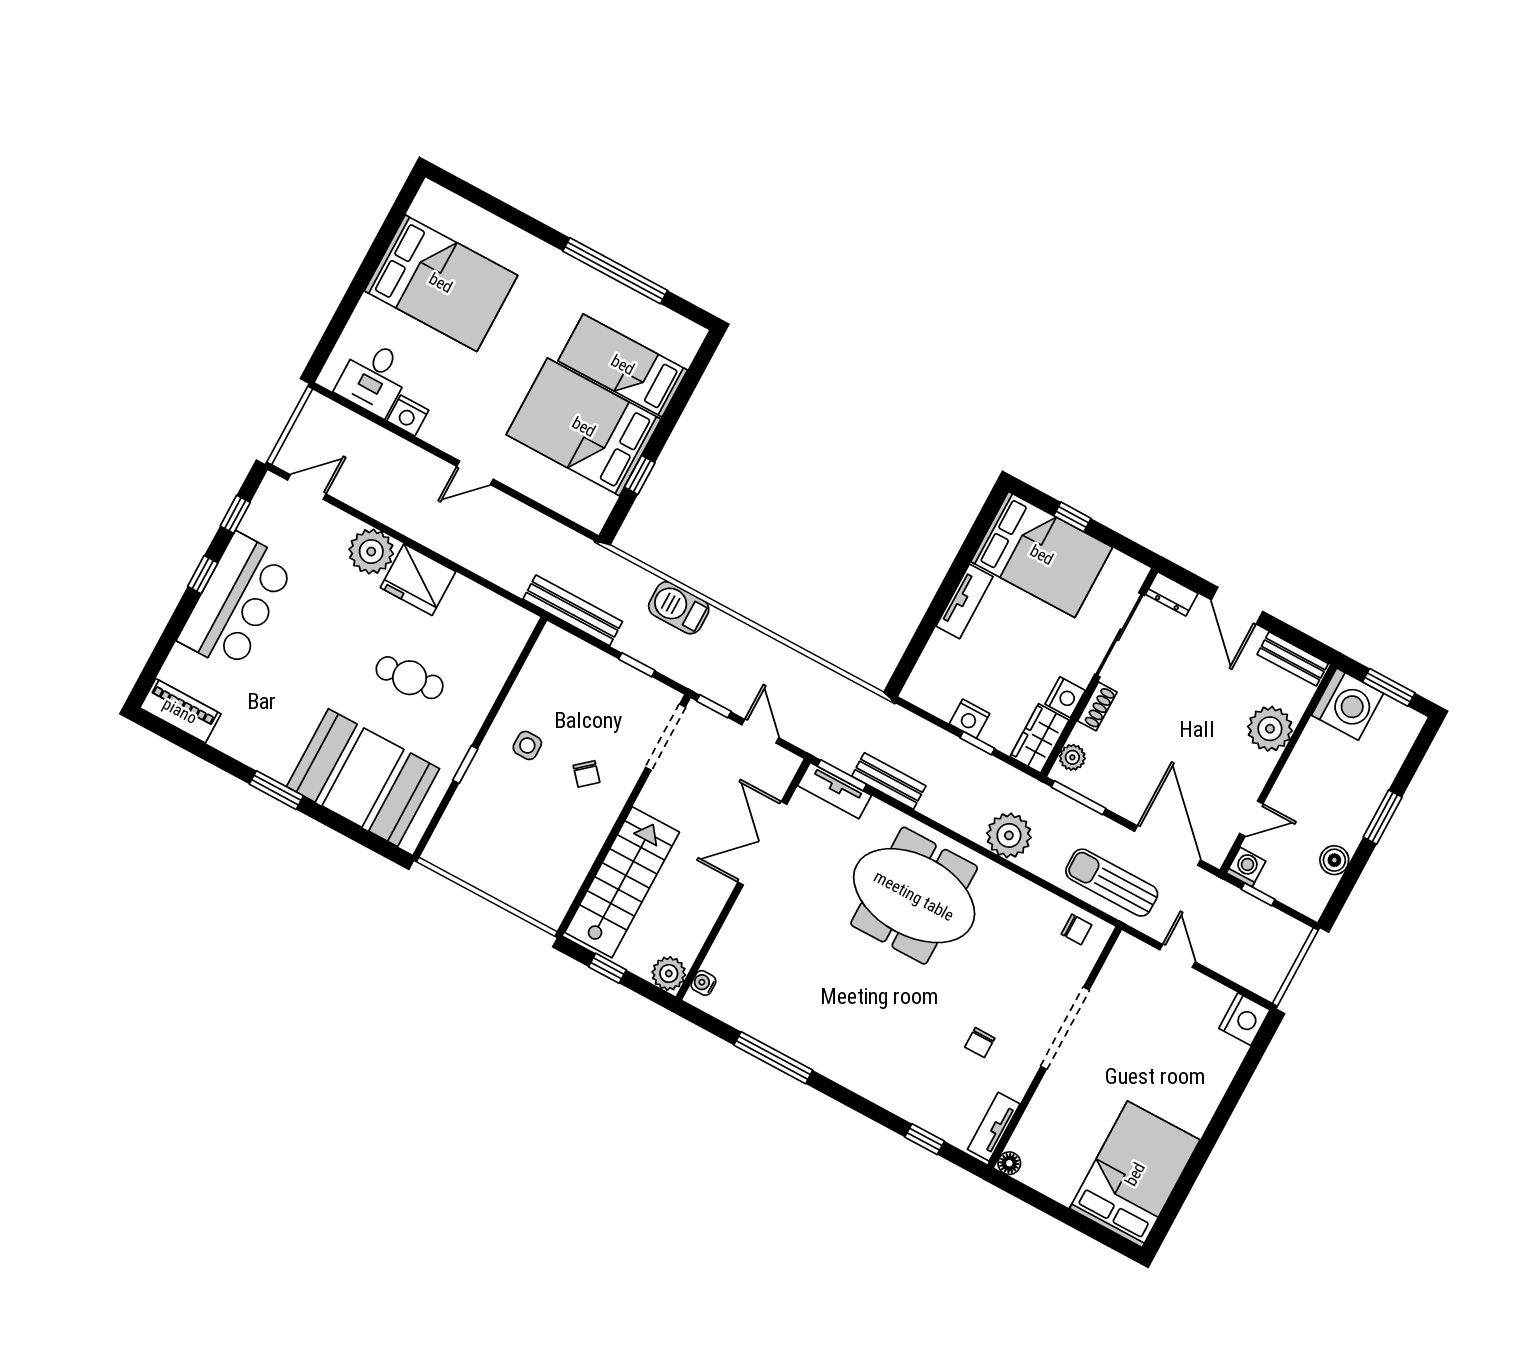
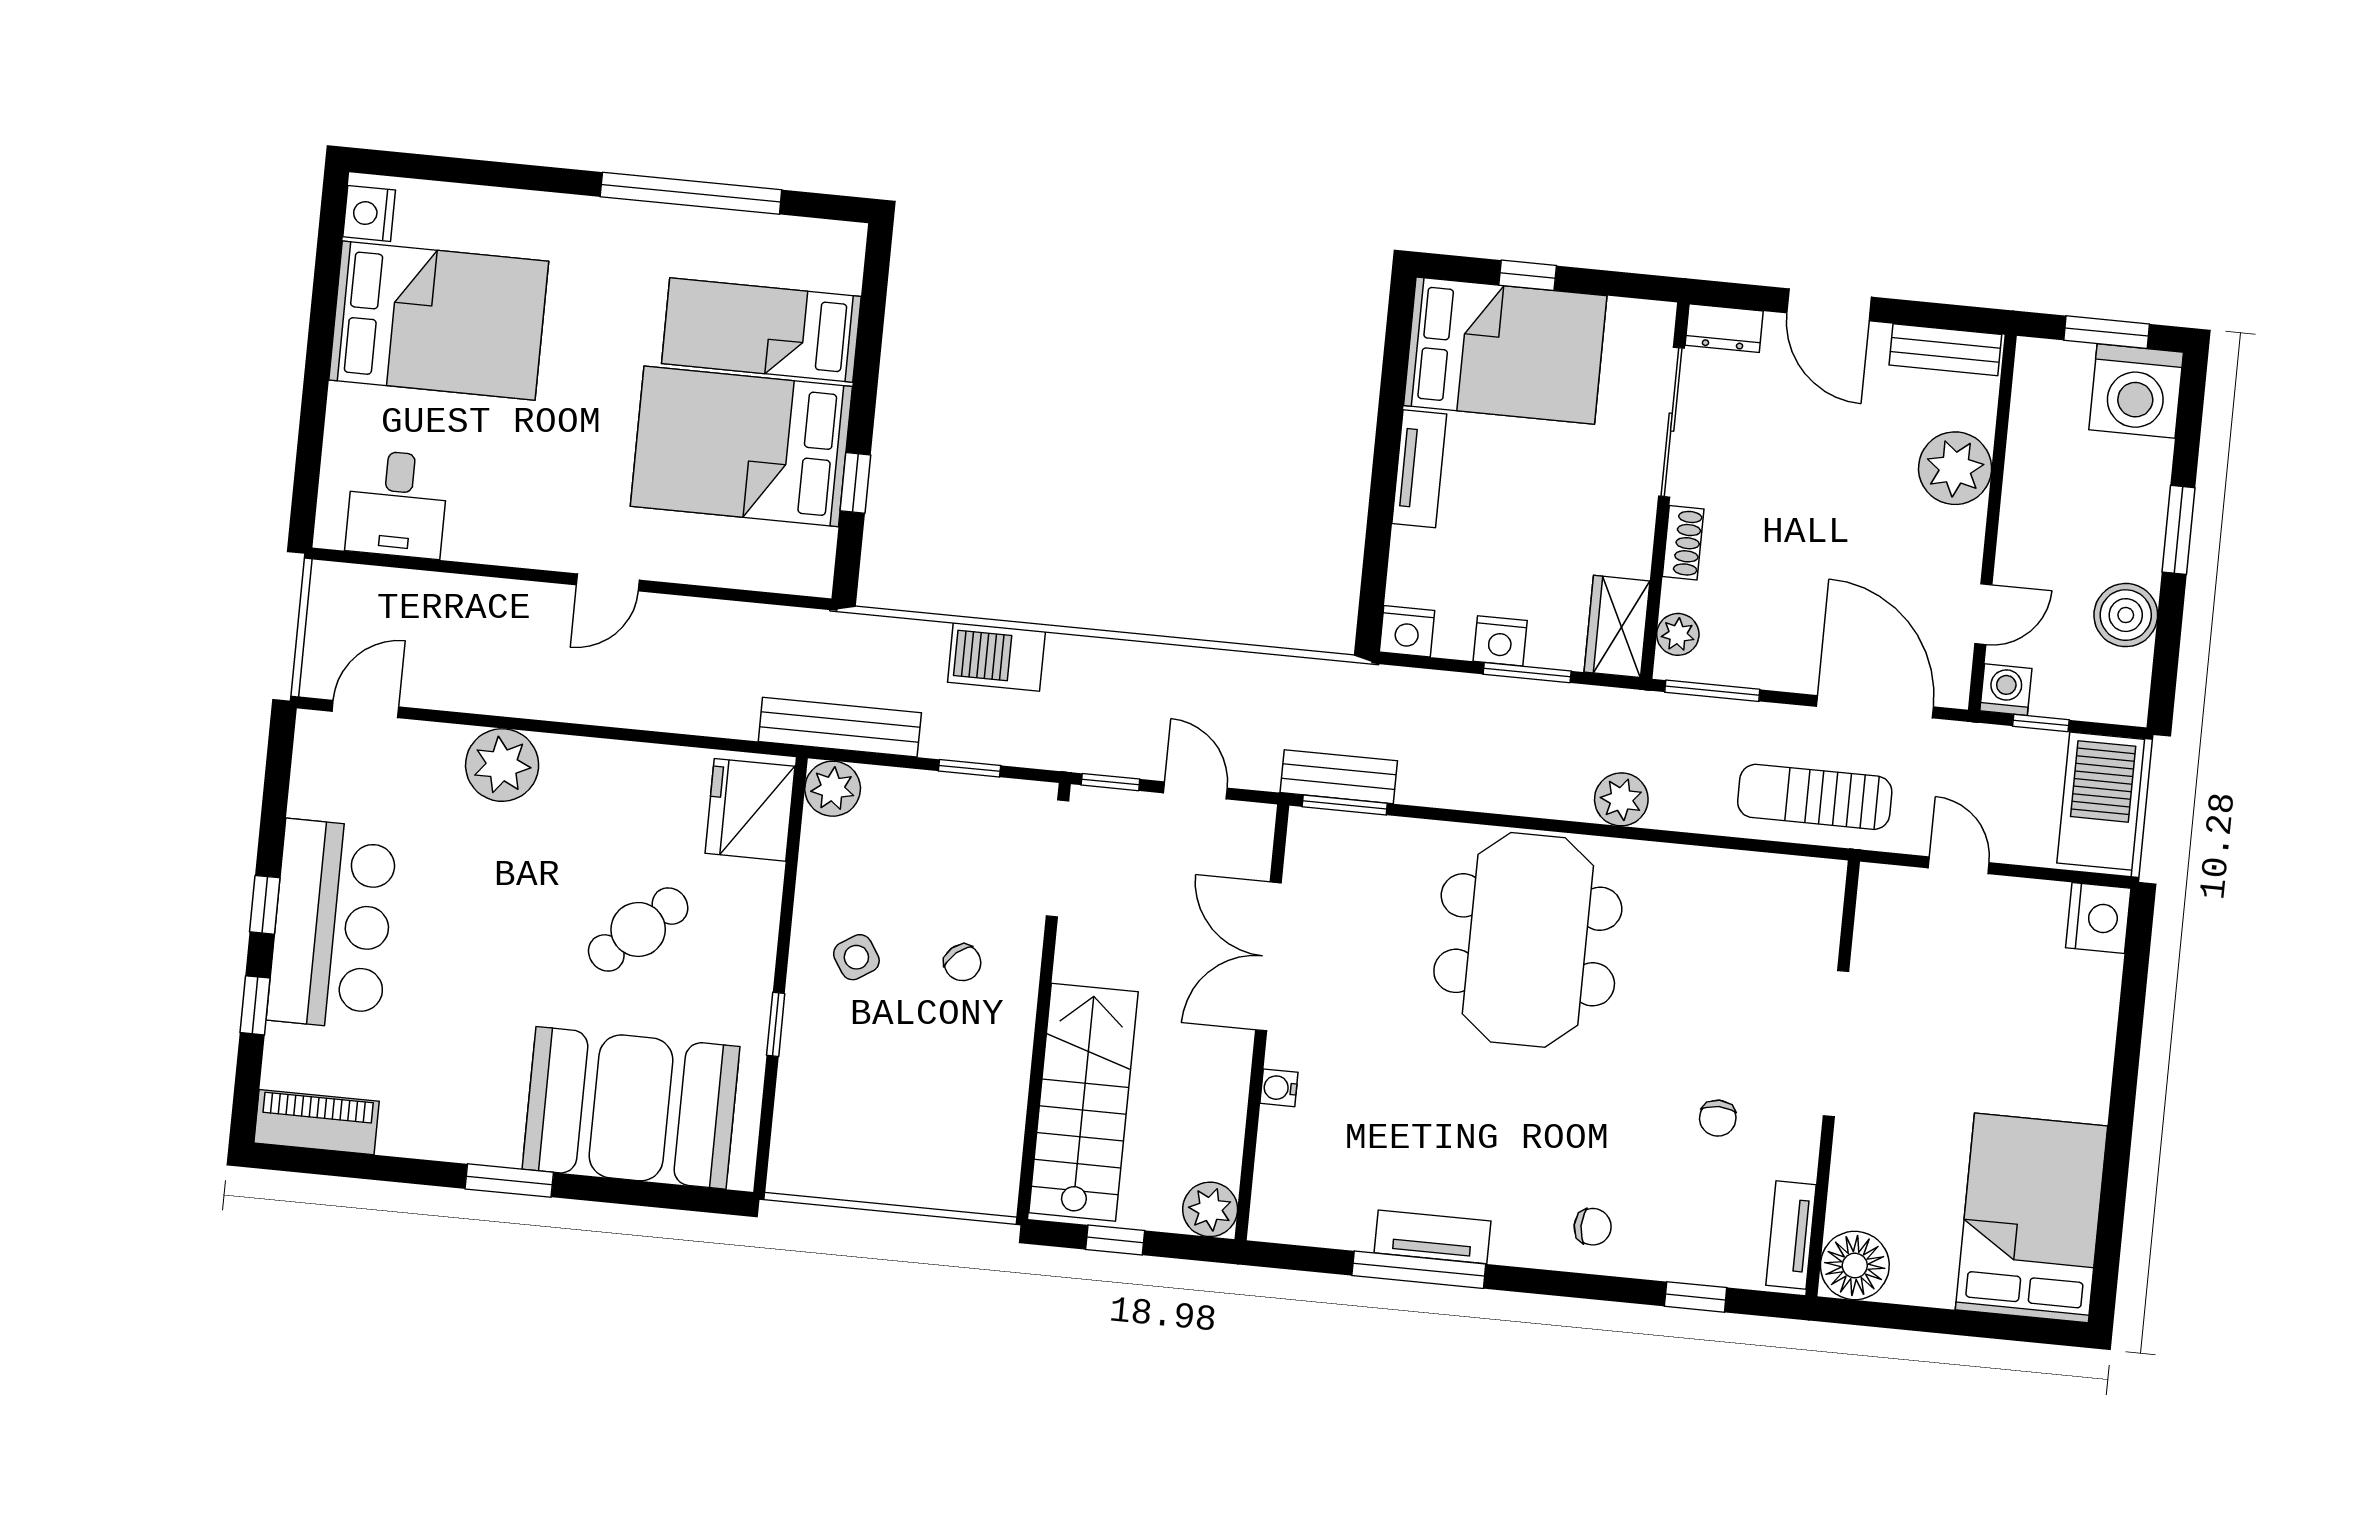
nightstand: (408, 416) -> (369, 213), moved, turned 90
window: (235, 514) -> (255, 1005), moved
fridge: (418, 580) -> (750, 810), moved, turned 90
plant: (554, 644) -> (833, 789), added
cafe table: (410, 678) -> (638, 929), turned -36
nightstand: (1065, 697) -> (1407, 631), moved, turned 90
washing machine: (1347, 704) -> (2136, 391), moved, turned 90
window: (977, 743) -> (1527, 673), width x1.50
side table: (527, 745) -> (856, 957), turned -33
bench: (889, 781) -> (1339, 777), moved
tv unit: (834, 791) -> (1433, 1237), moved, turned 180
plant: (1009, 835) -> (1621, 799), width x0.73, depth x0.73
boiler: (1334, 860) -> (2126, 615), width x1.36, depth x1.36
meeting table: (914, 896) -> (1528, 940), turned 90
chair: (1076, 929) -> (1593, 1227), moved
barbecue: (1274, 953) -> (2101, 801), added
water cooler: (703, 983) -> (1279, 1088), moved
floor lamp: (1009, 1163) -> (1855, 1265), width x1.89, depth x1.89

